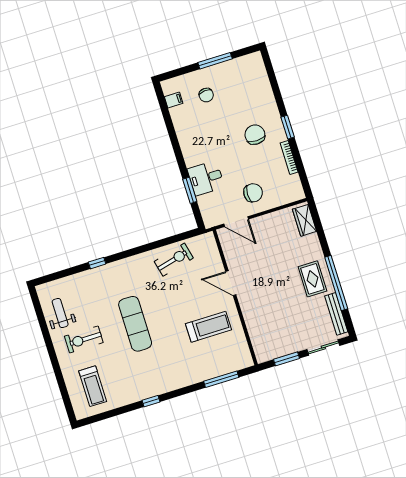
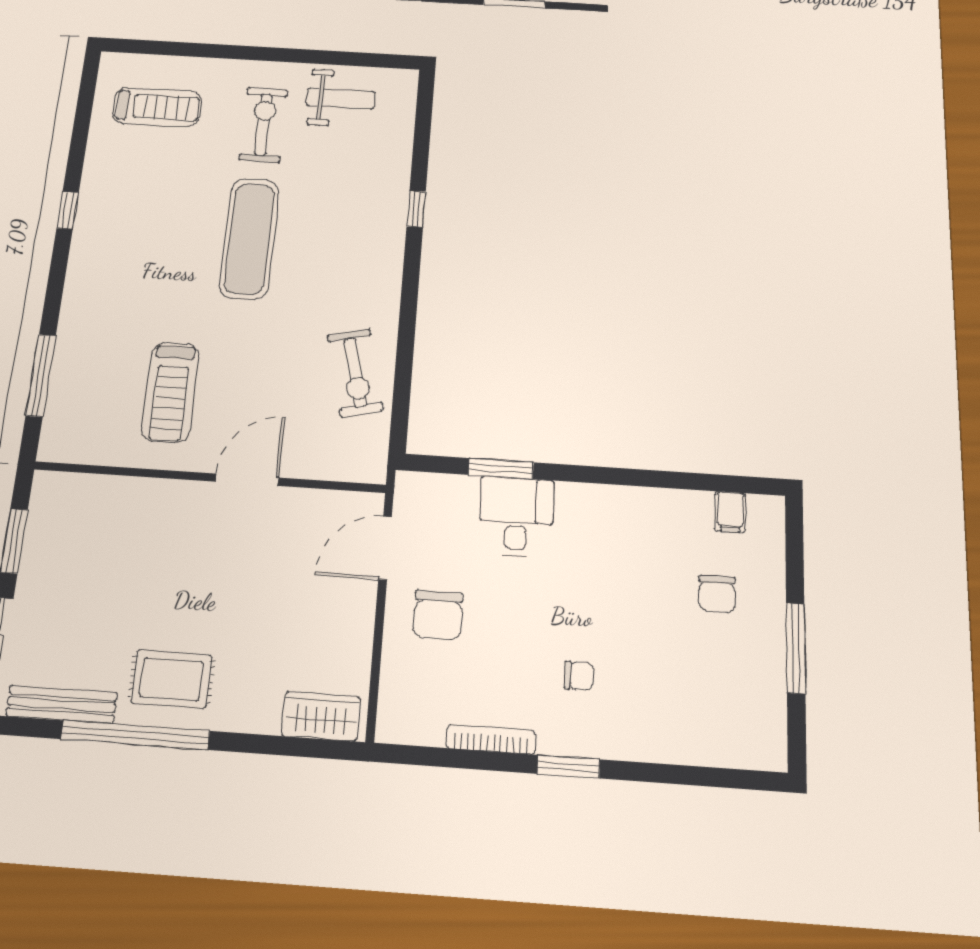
chair: (206, 95) -> (717, 594), turned -85
chair: (255, 135) -> (579, 676), width x0.54, depth x0.54
exercise mat: (135, 324) -> (249, 239), turned 90
treadmill: (93, 386) -> (157, 107), turned 180

